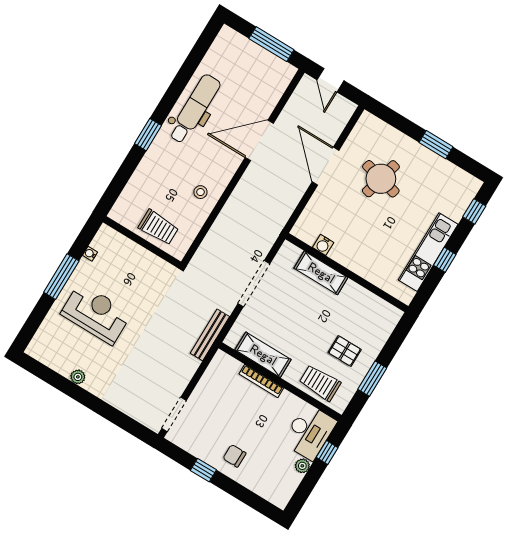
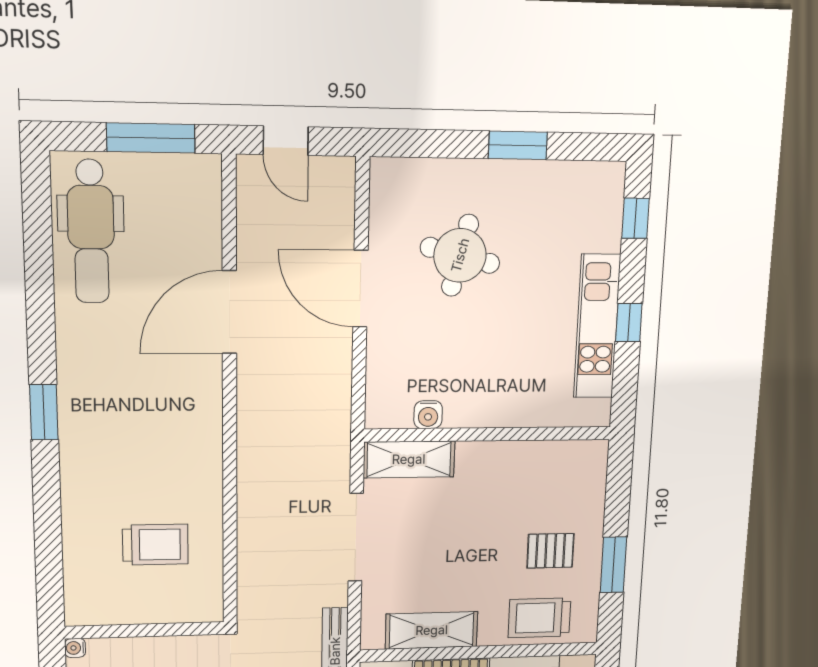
dental chair: (195, 109) -> (91, 232), moved, turned 180
stool: (200, 192) -> (187, 451), removed
wall: (142, 242) -> (145, 630), moved
shelving: (321, 273) -> (409, 459), moved

